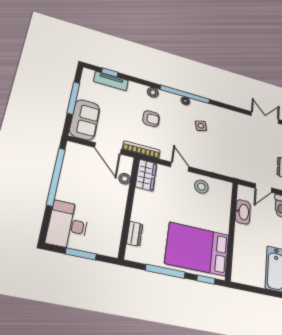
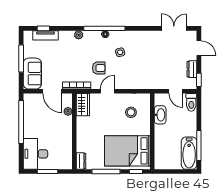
armchair: (151, 119) -> (99, 68), moved
door: (180, 167) -> (107, 91), hinge flipped
stool: (201, 187) -> (131, 112), moved
door: (263, 188) -> (176, 91), hinge flipped
dresser: (135, 234) -> (81, 161), moved

